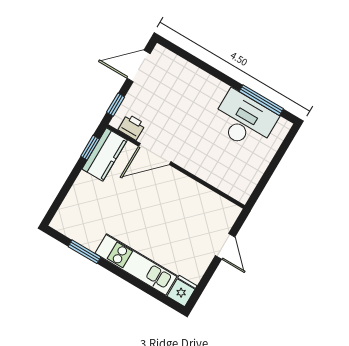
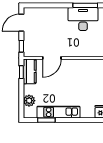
printer: (132, 127) -> (34, 52), removed
plant: (75, 202) -> (29, 101), added
kitchen unit: (136, 264) -> (58, 112), moved

